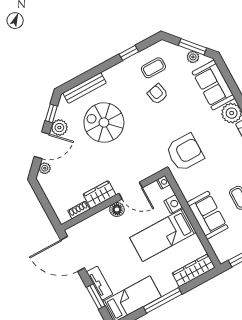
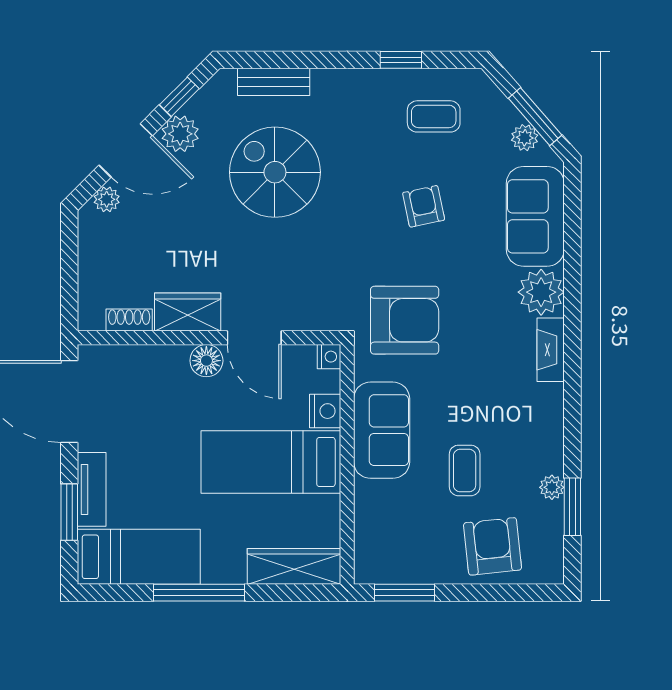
bench: (84, 88) -> (274, 82), width x0.73
armchair: (158, 94) -> (424, 206), moved
sofa: (207, 215) -> (382, 430), moved

